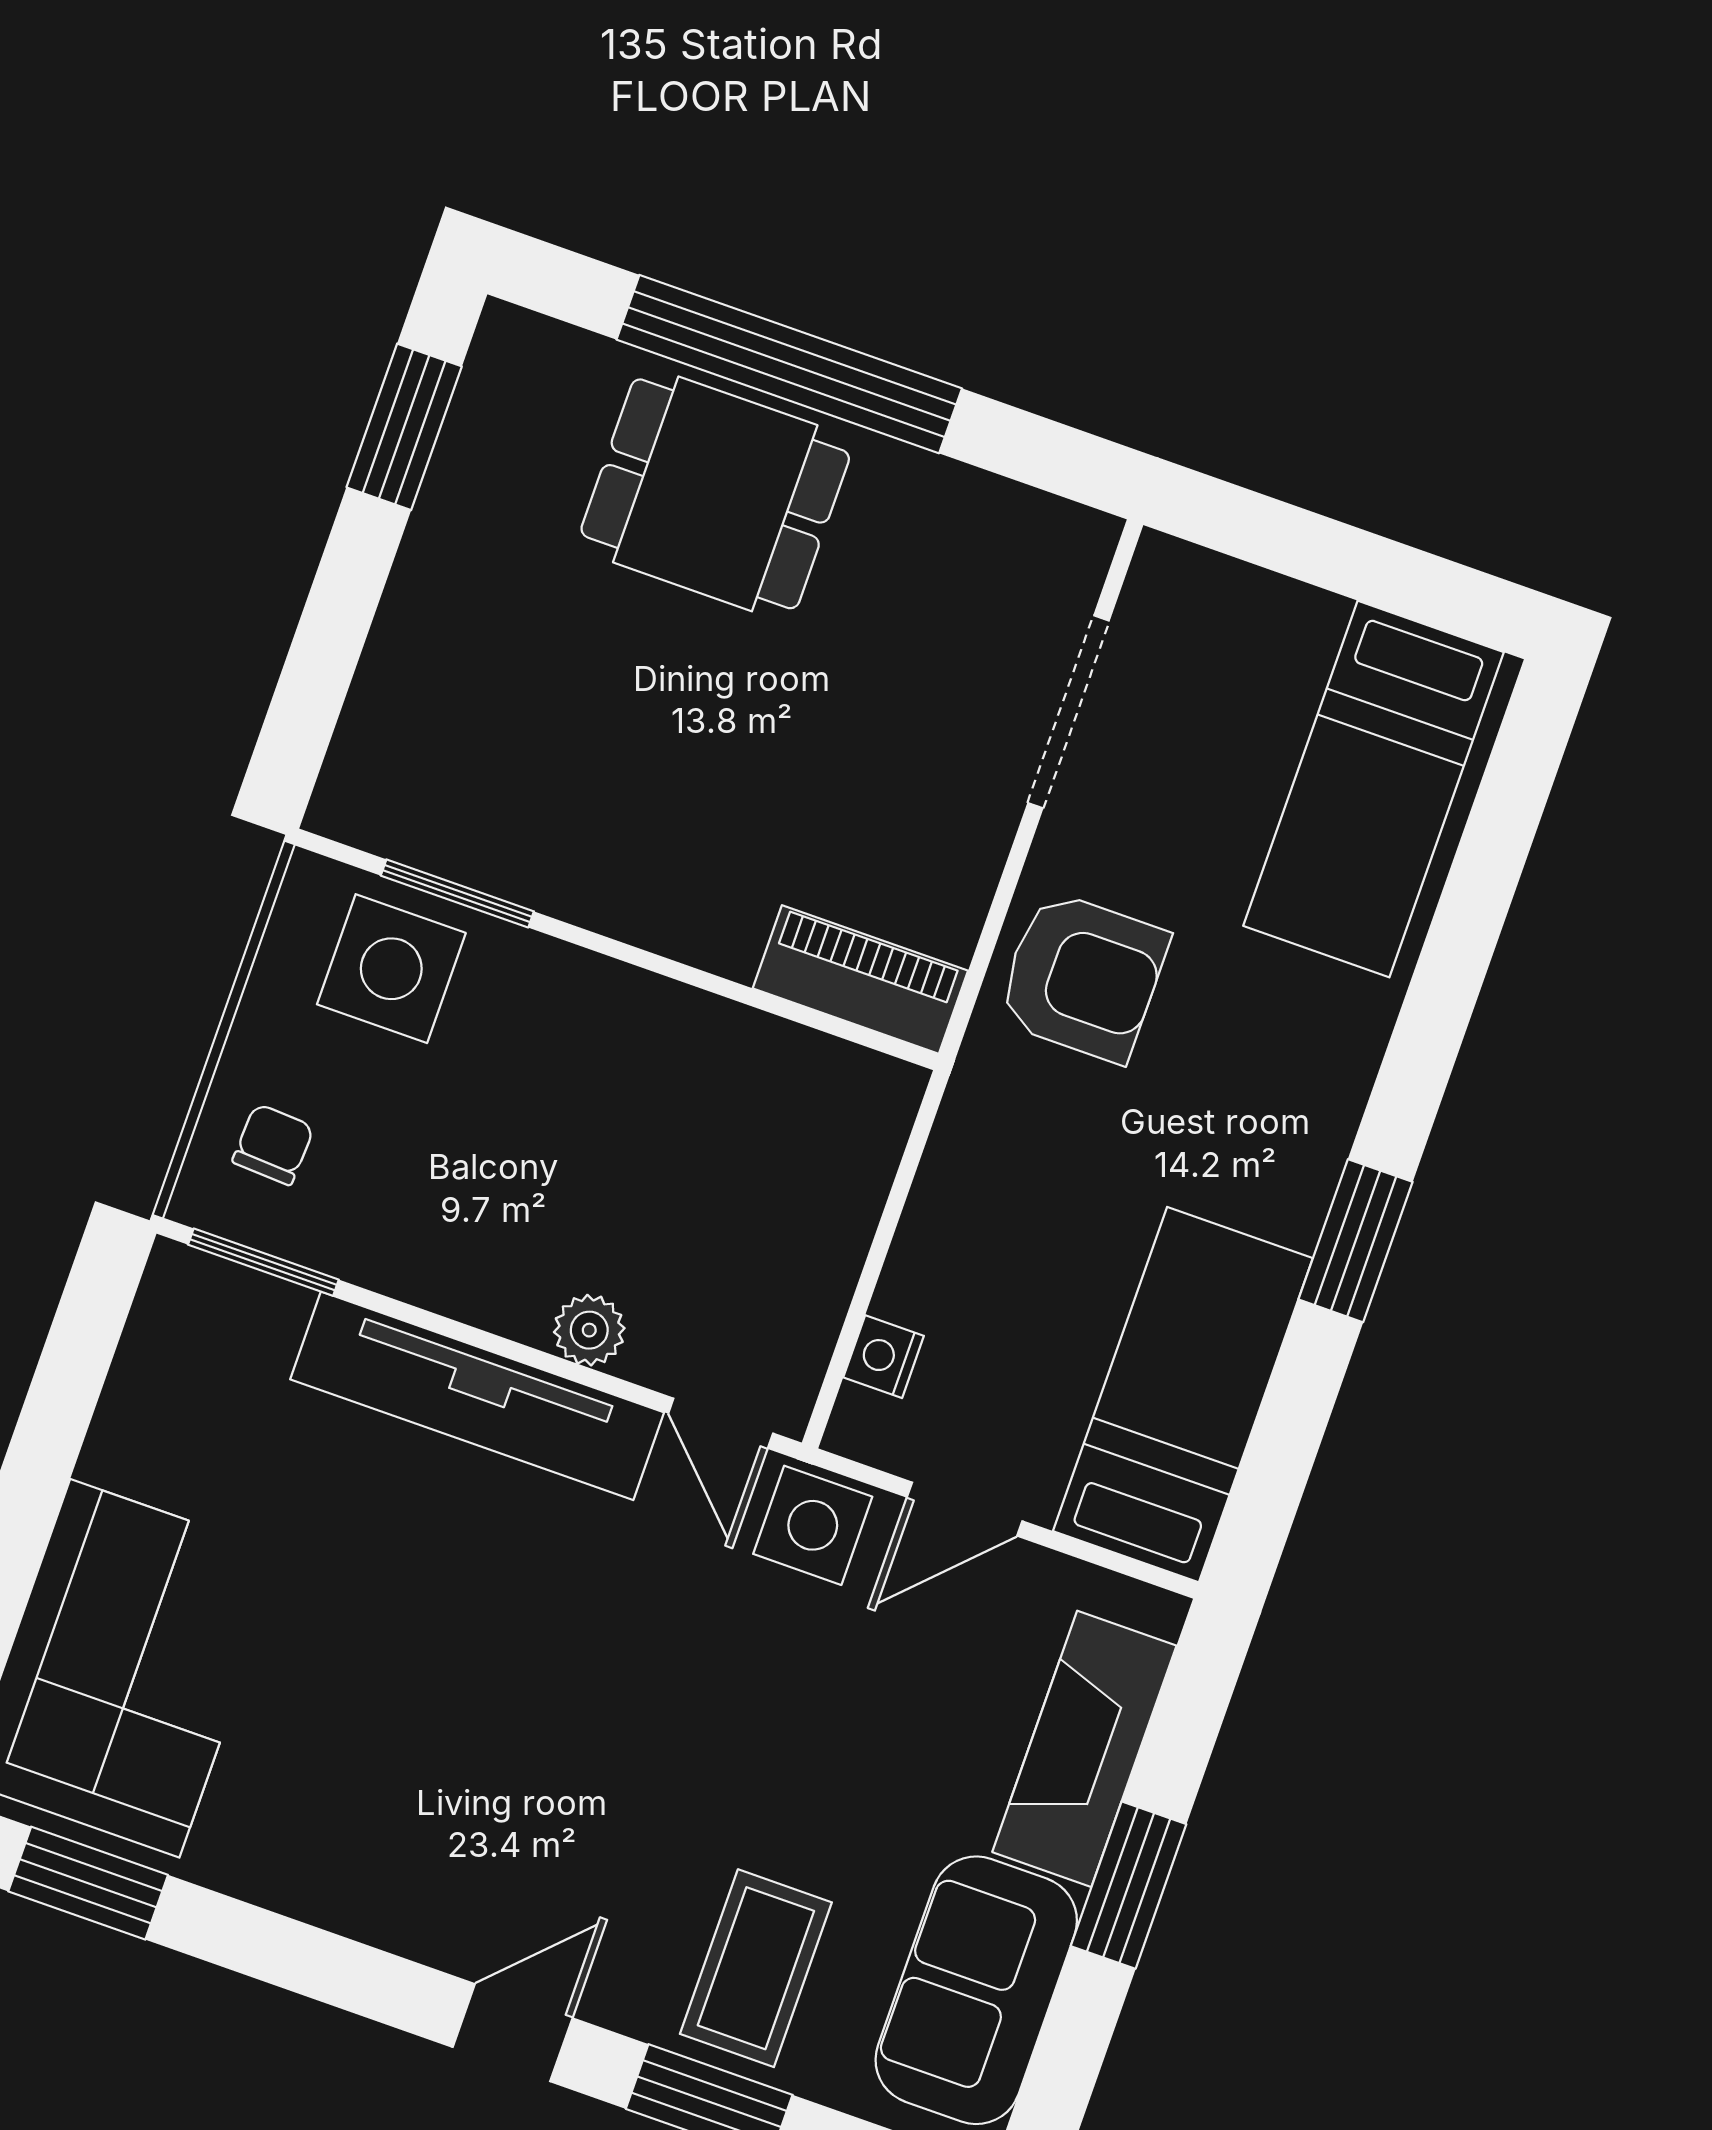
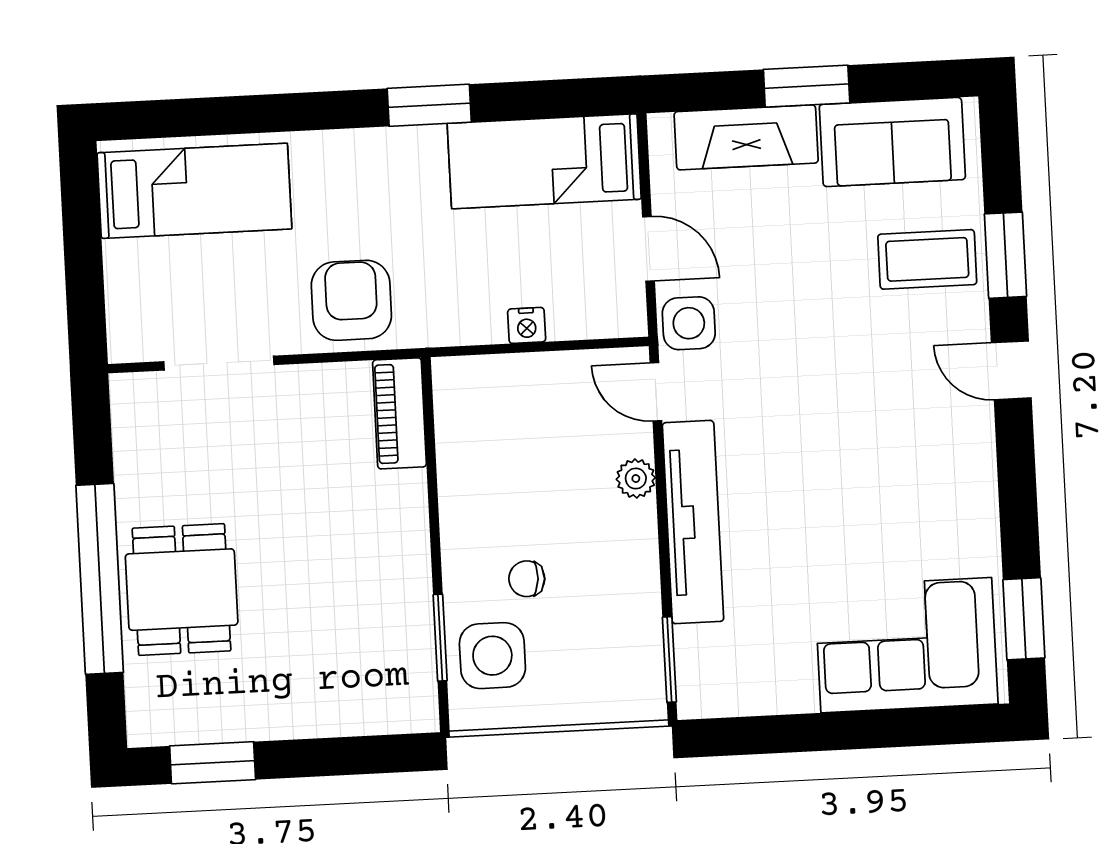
chair: (273, 1144) -> (527, 579), moved
nightstand: (884, 1357) -> (527, 325), moved
door: (721, 1423) -> (656, 392), swing flipped

